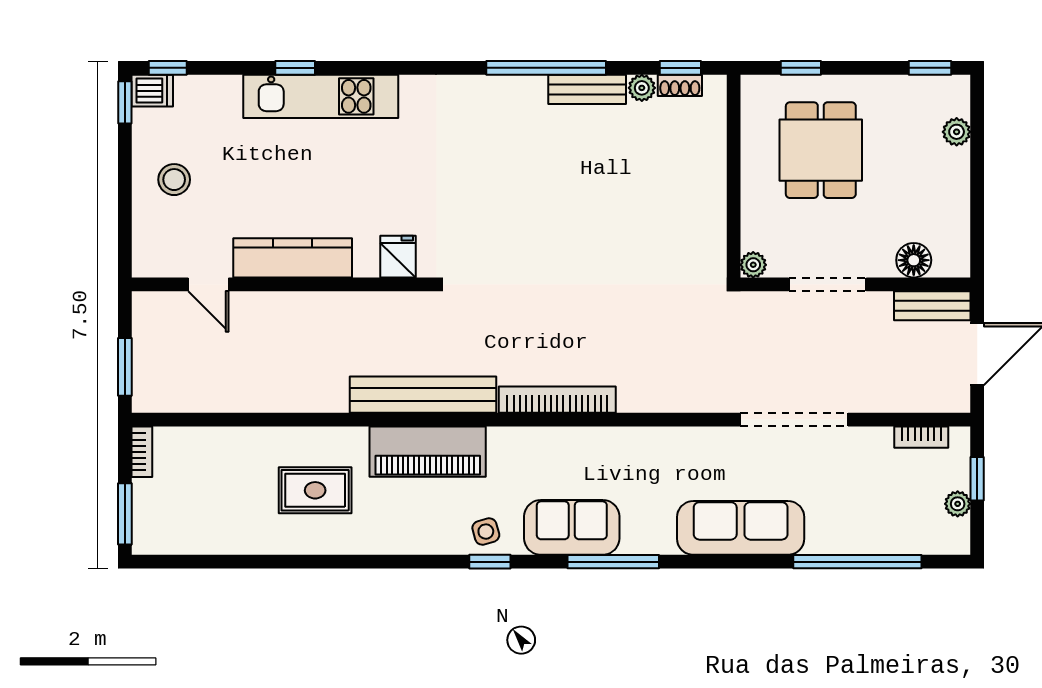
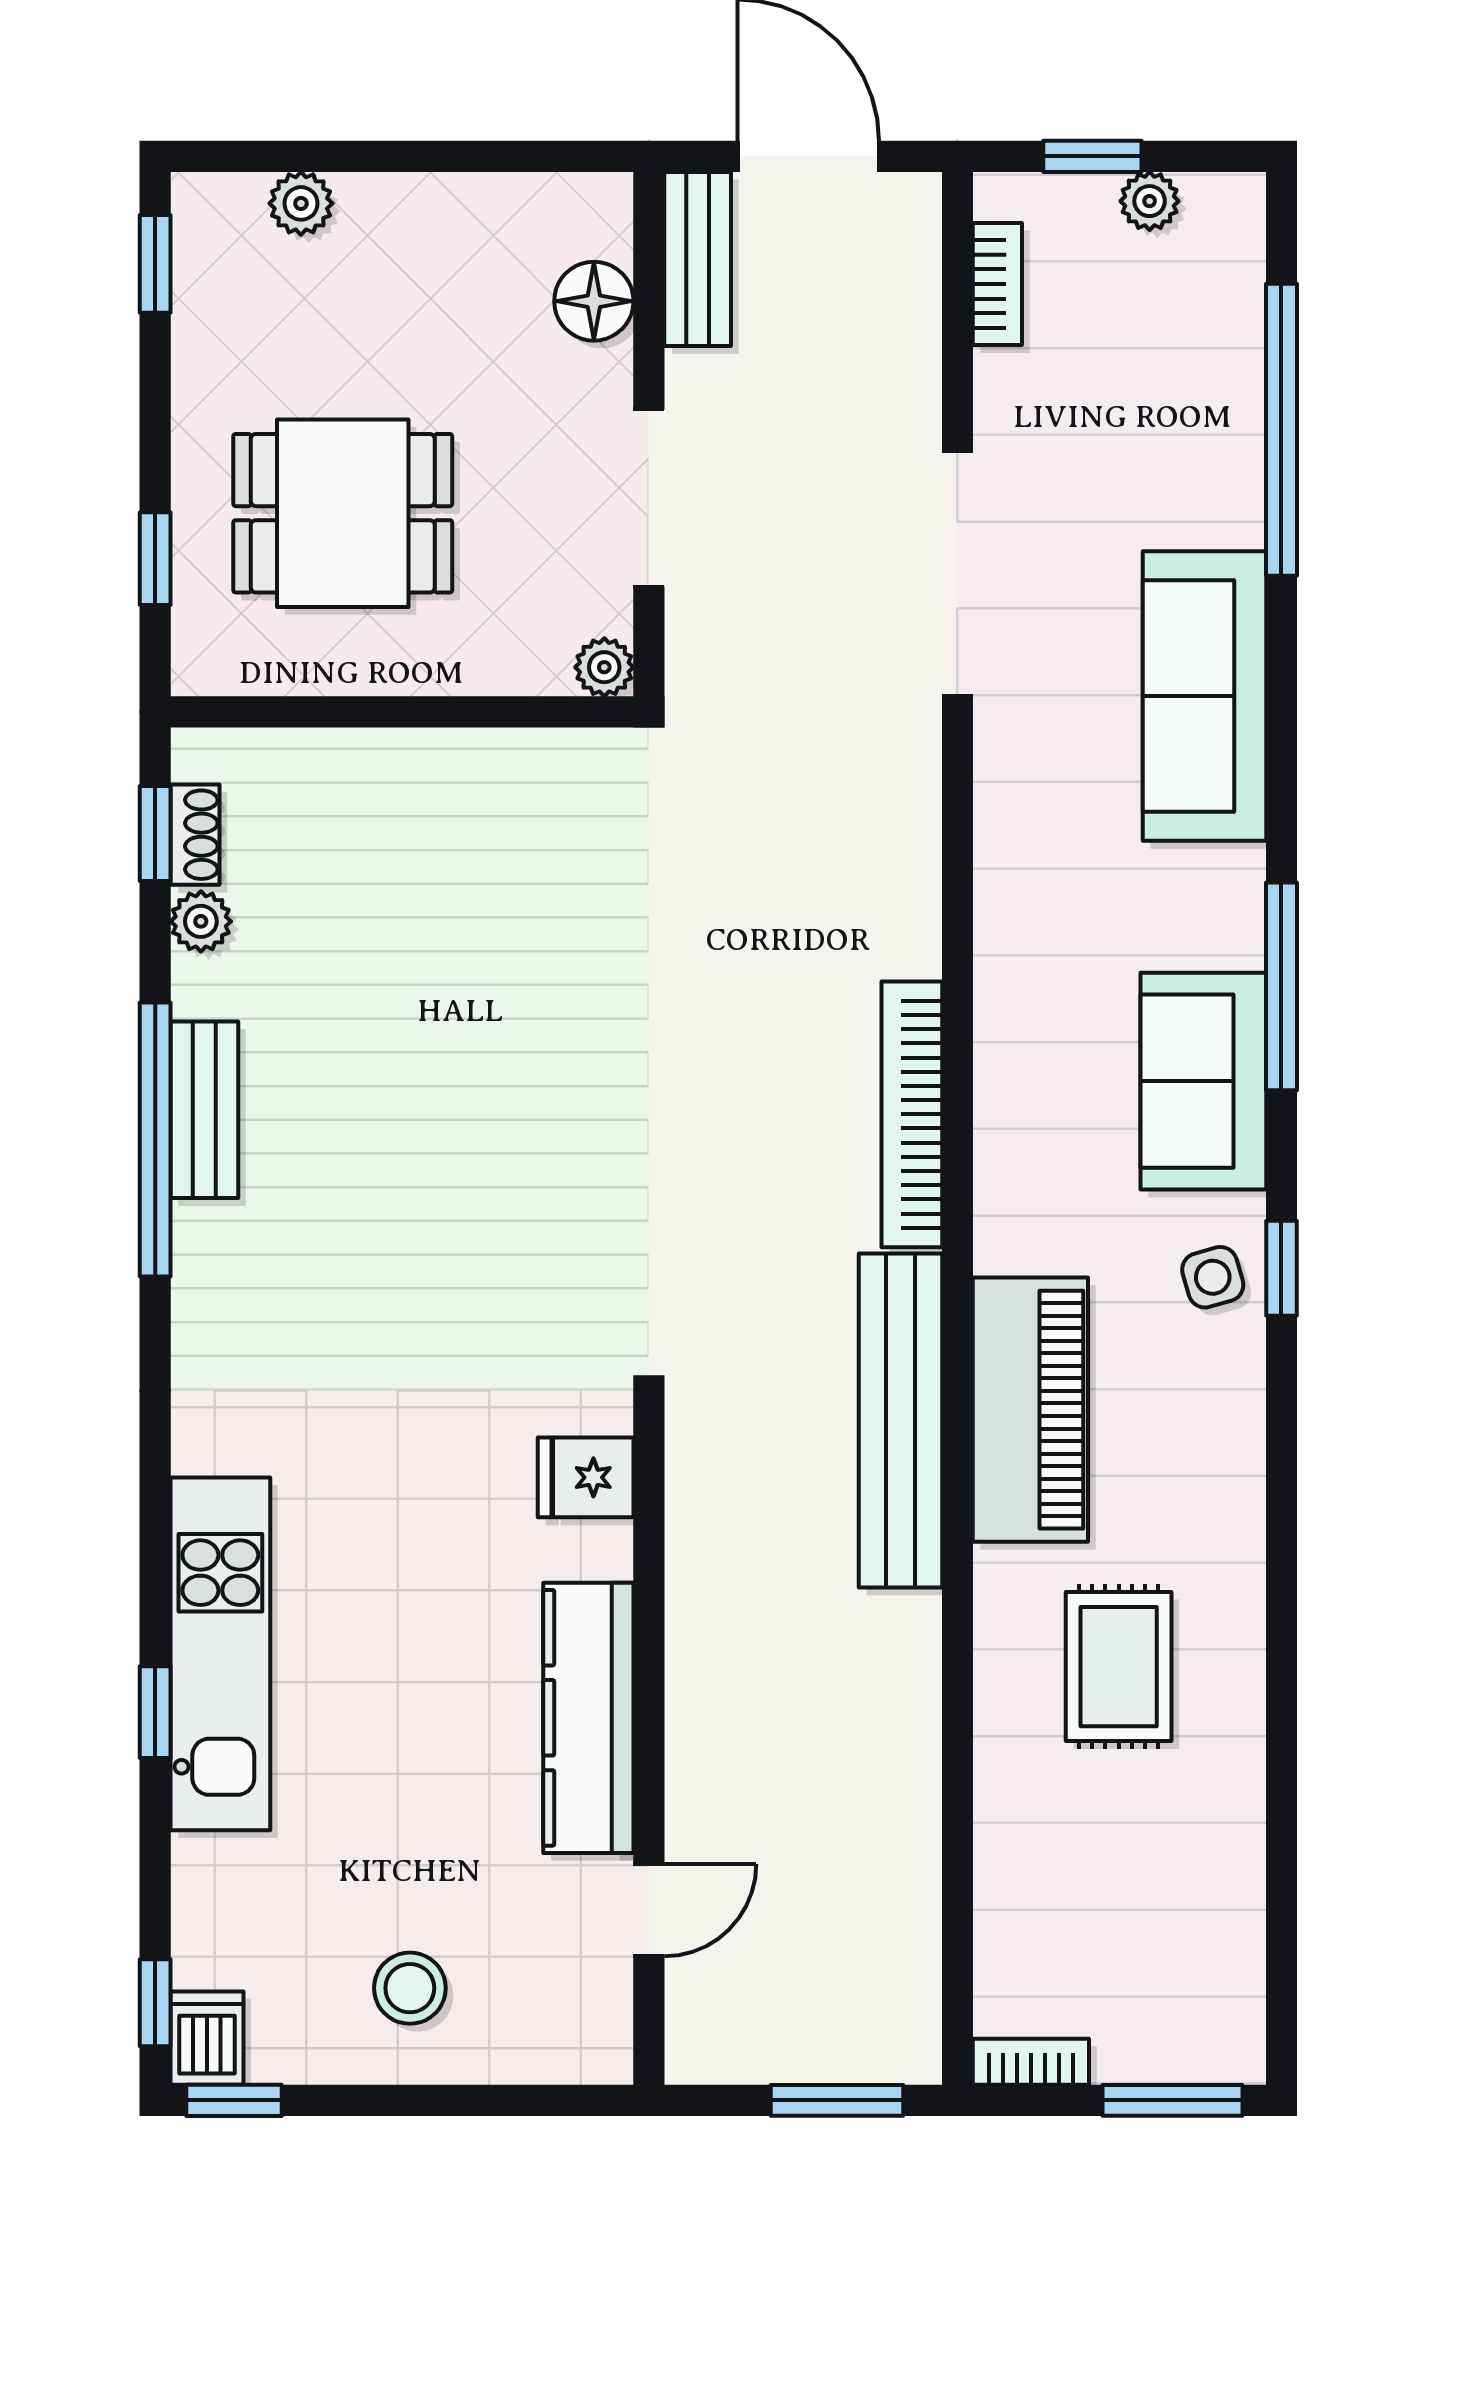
bench: (587, 89) -> (204, 1110), moved

